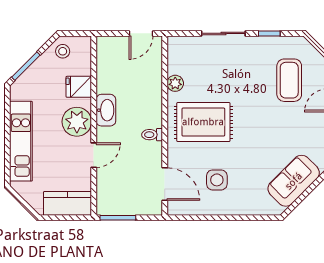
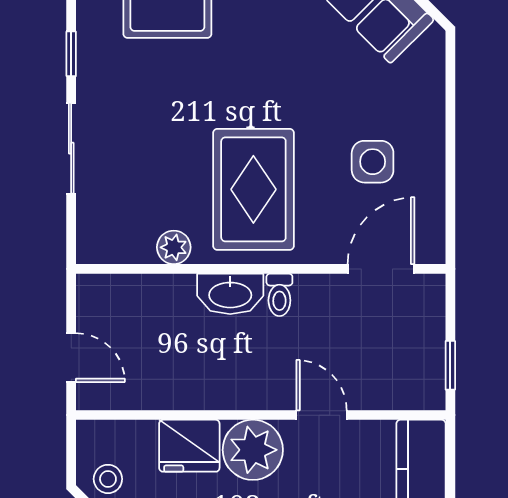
door: (141, 33) -> (71, 358), moved
fridge: (79, 87) -> (189, 446), width x1.38
washbasin: (106, 110) -> (230, 294), moved, turned 180
window: (118, 218) -> (450, 365), width x0.67

